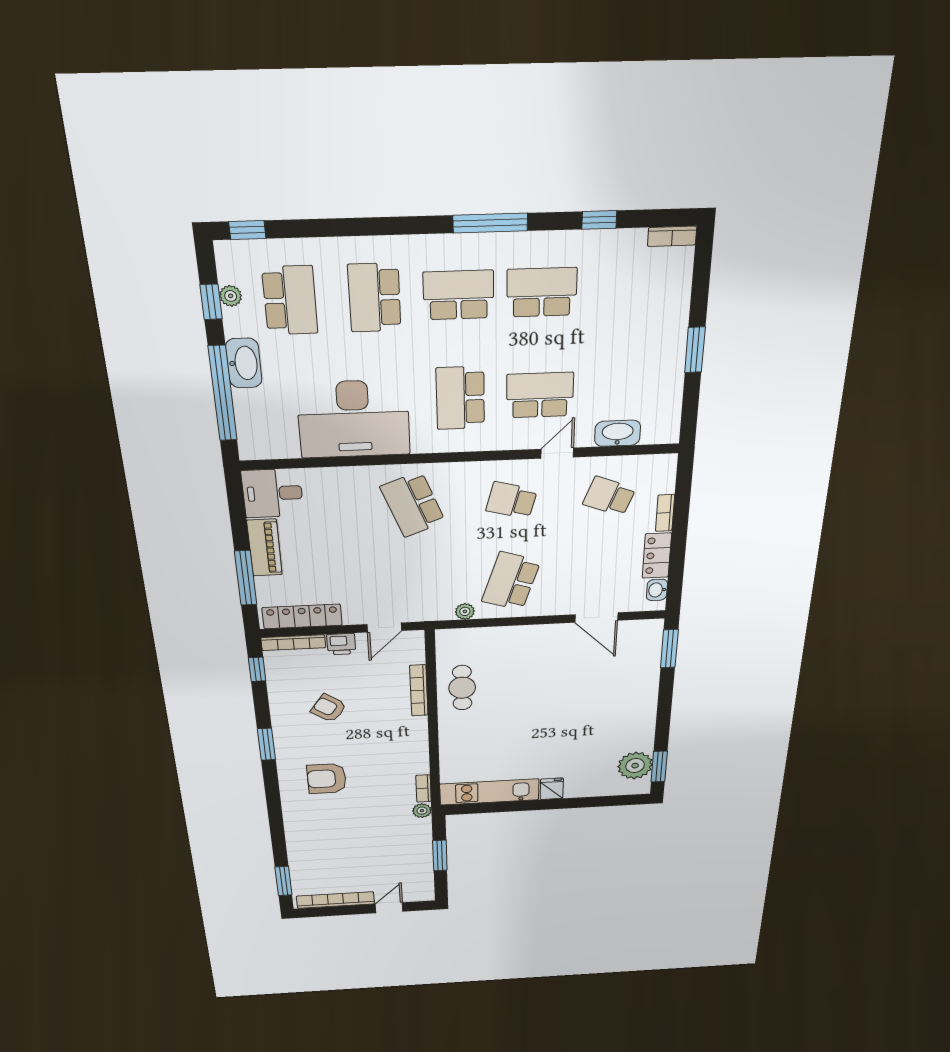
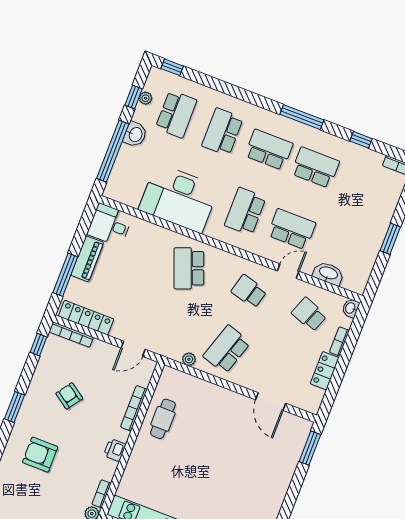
washbasin: (244, 363) -> (135, 134), width x0.72
washbasin: (657, 590) -> (351, 308), moved
printer: (341, 644) -> (115, 450), moved, turned 90

